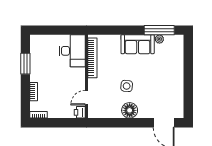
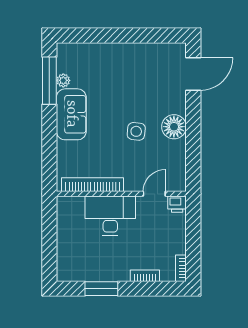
desk: (72, 51) -> (110, 216), moved
door: (86, 98) -> (154, 194), swing flipped

